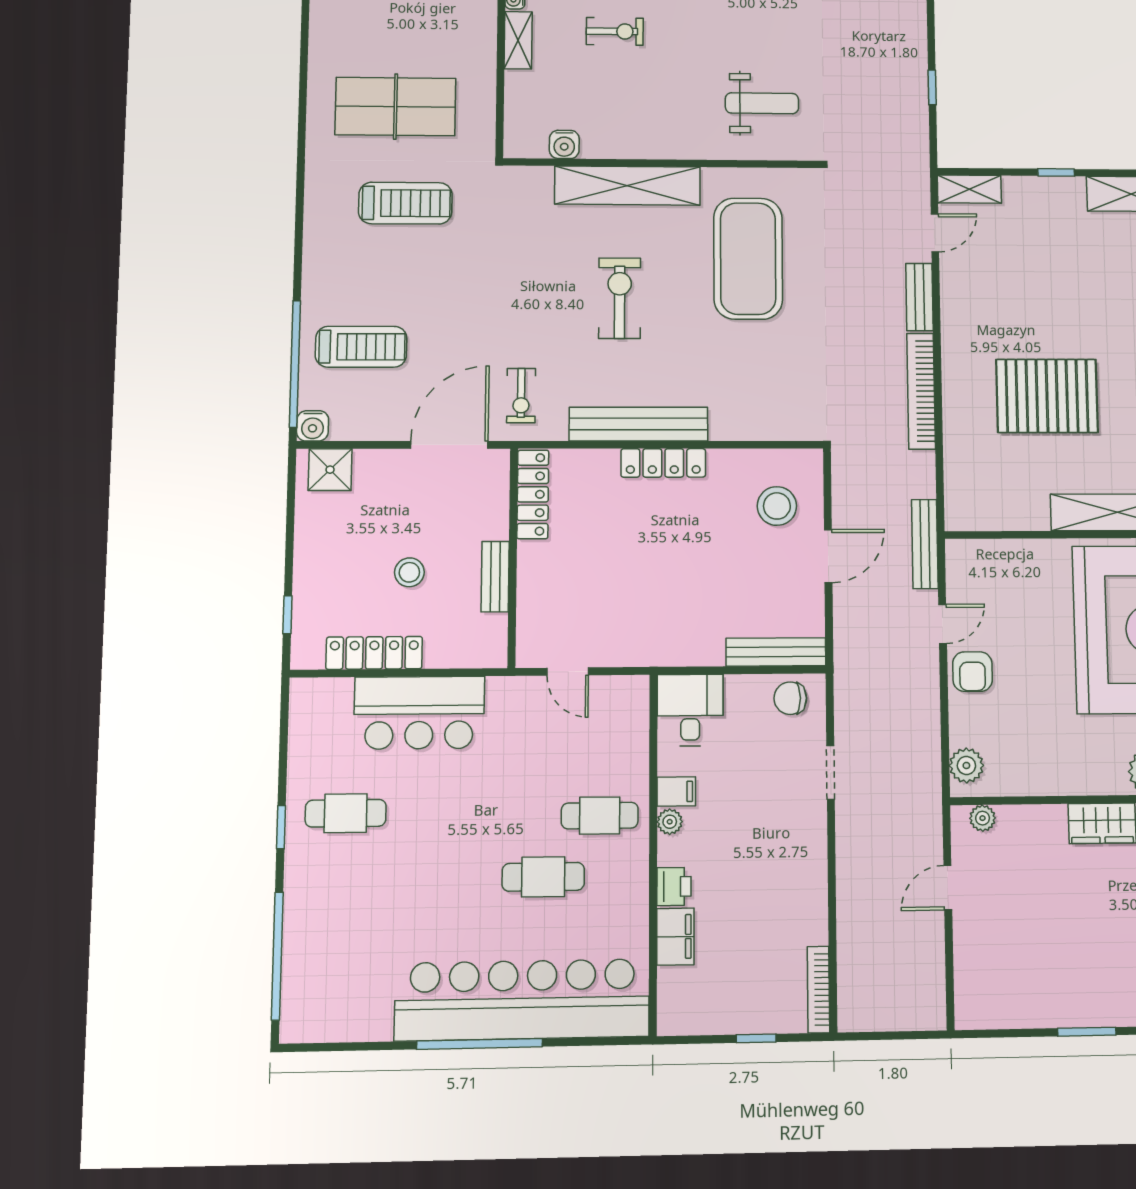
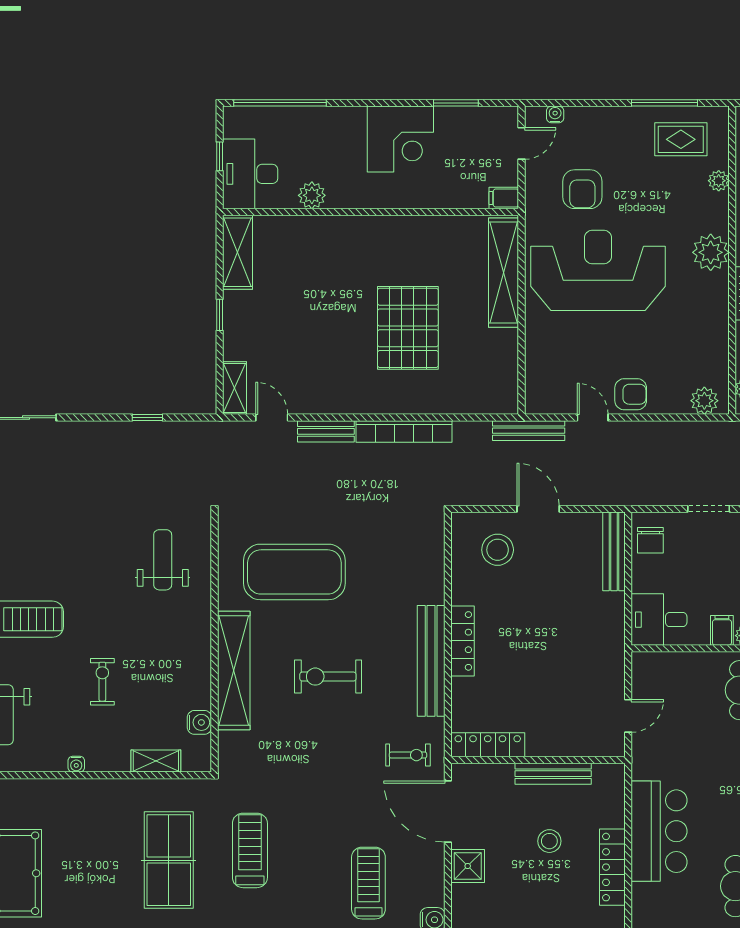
shelving: (518, 40) -> (156, 761), moved
shower: (330, 470) -> (468, 866), moved
bench: (495, 577) -> (553, 774), width x1.36

